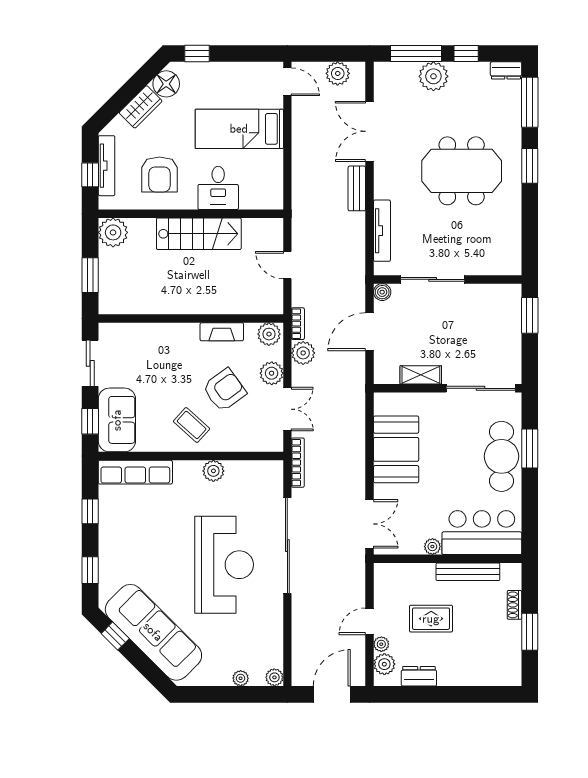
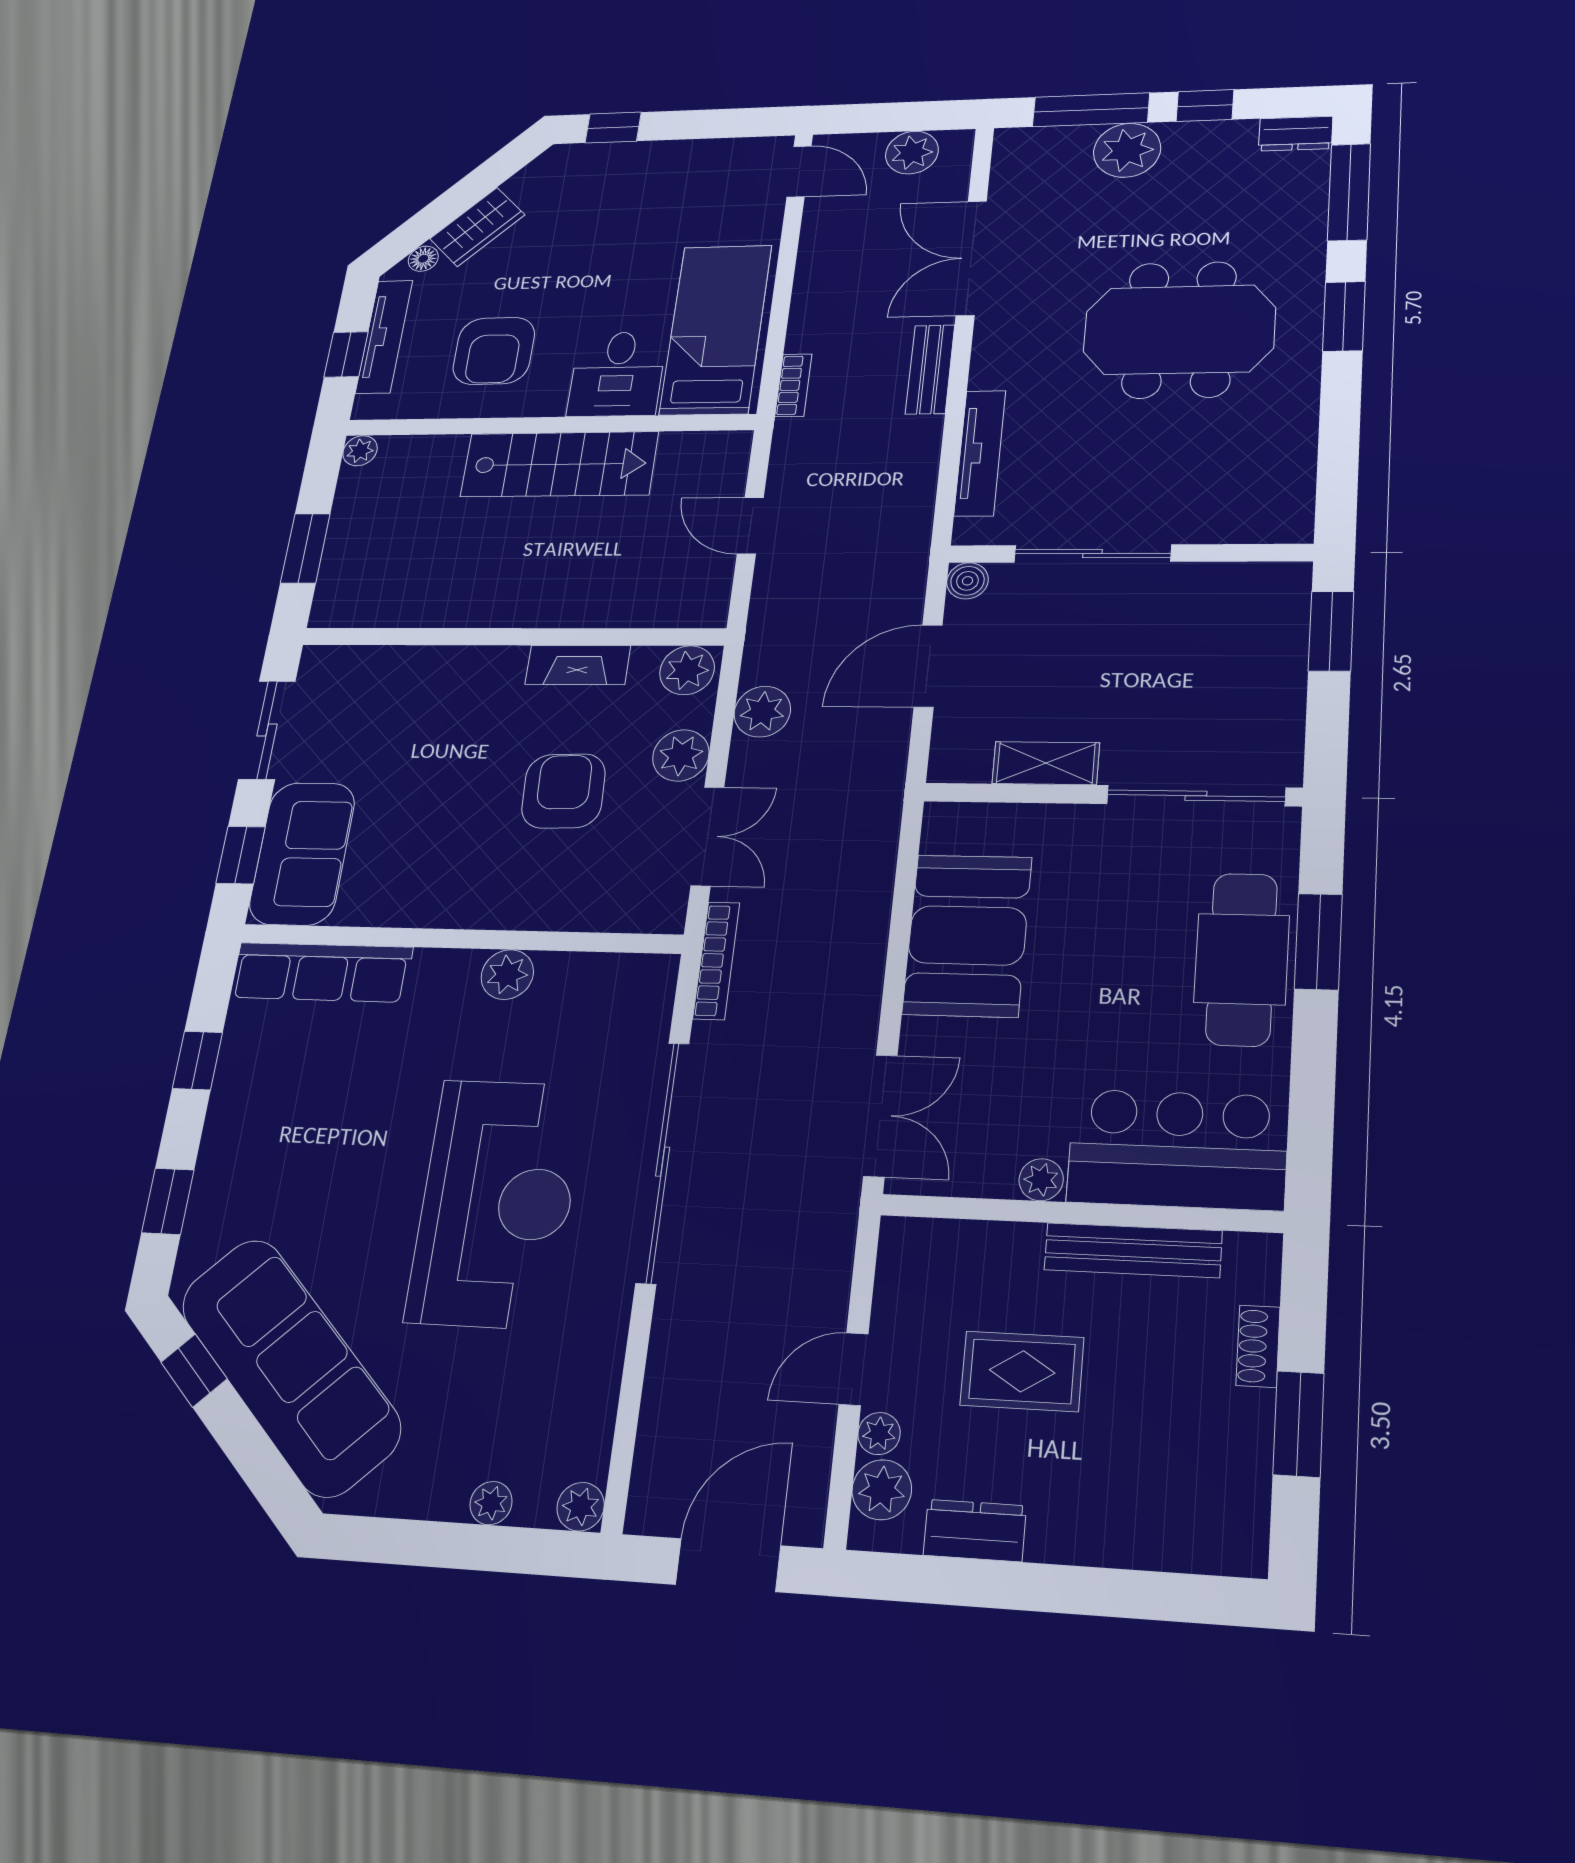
floor lamp: (166, 84) -> (423, 259), moved, width x0.53, depth x0.53
bed: (239, 129) -> (716, 329), moved, turned 90
plant: (113, 232) -> (360, 451), width x0.53, depth x0.53
bookcase: (298, 324) -> (793, 385), moved
armchair: (224, 390) -> (563, 791), turned -56
coffee table: (192, 425) -> (473, 868), removed

